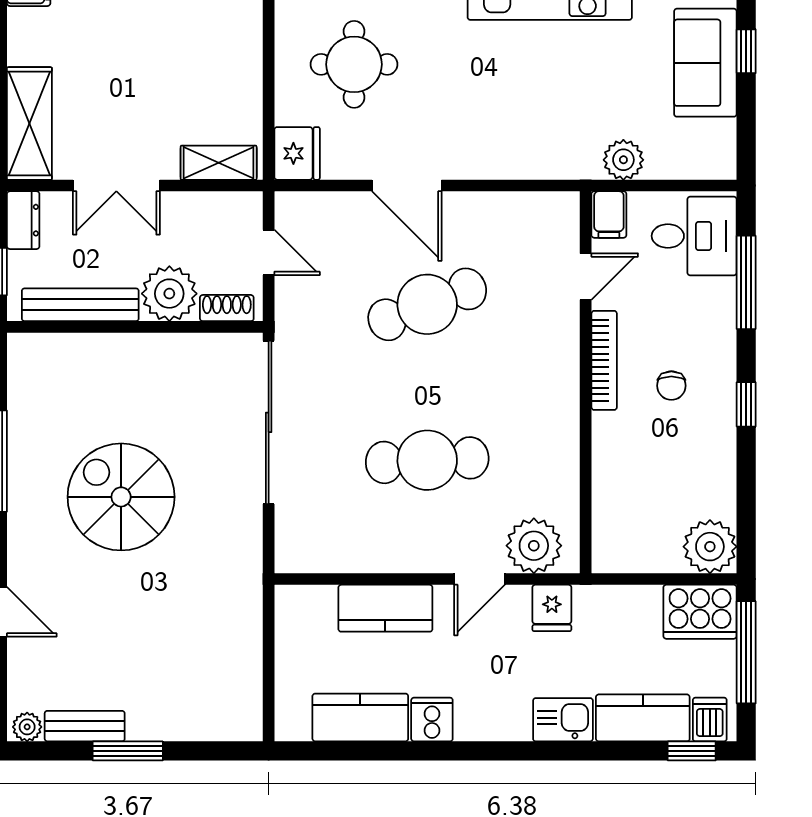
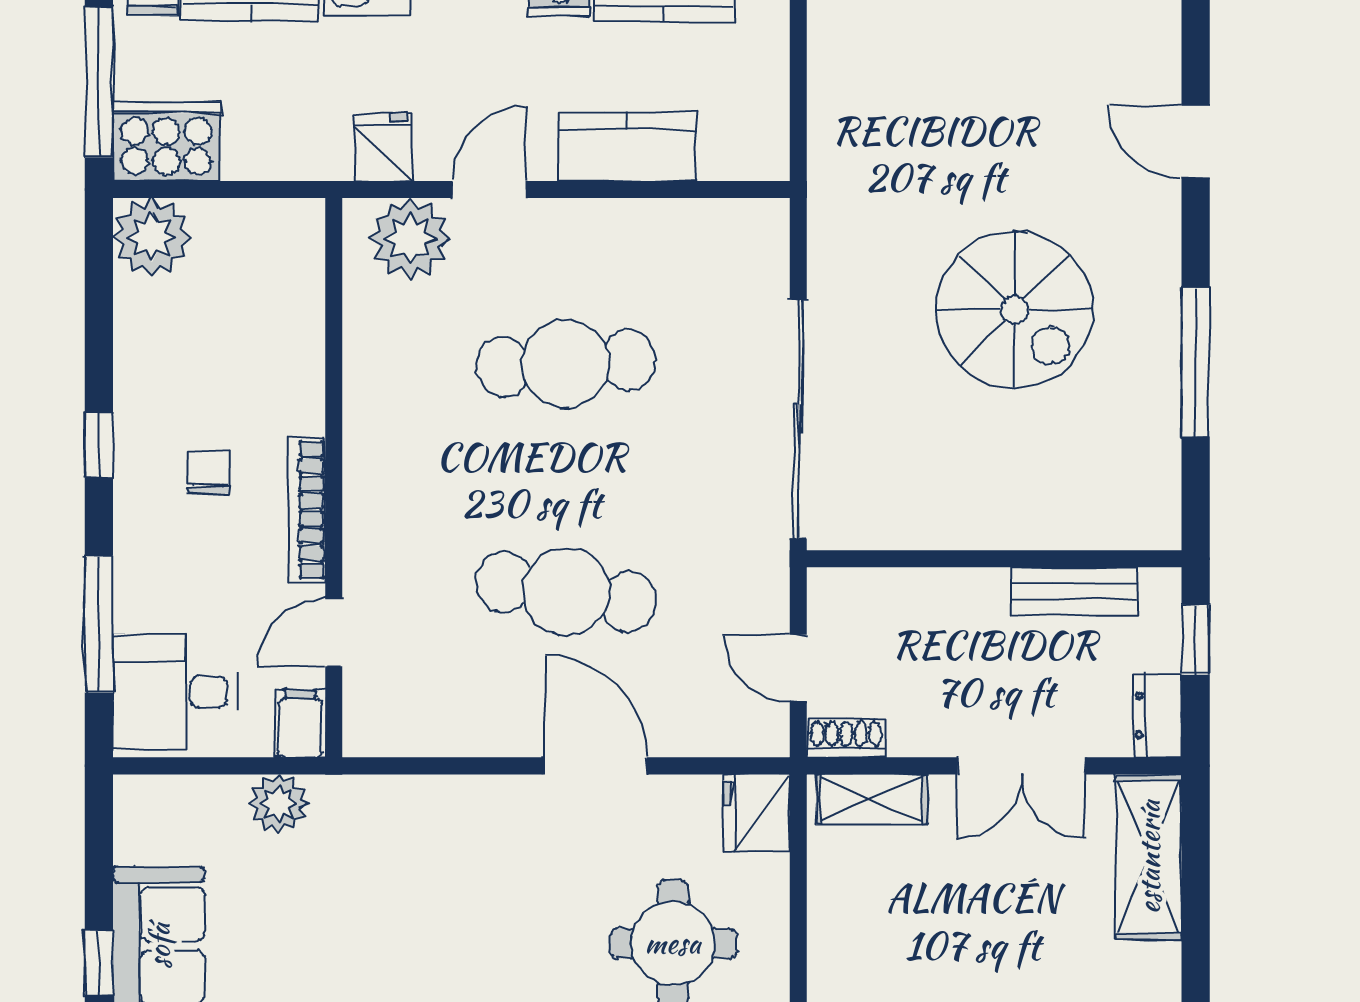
double door: (116, 186) -> (1021, 766), swing flipped
plant: (169, 294) -> (944, 608), removed
cafe table: (427, 304) -> (566, 592), turned 30
bench: (80, 305) -> (1074, 591), width x0.73
shoe rack: (227, 308) -> (846, 738), moved, turned 180

